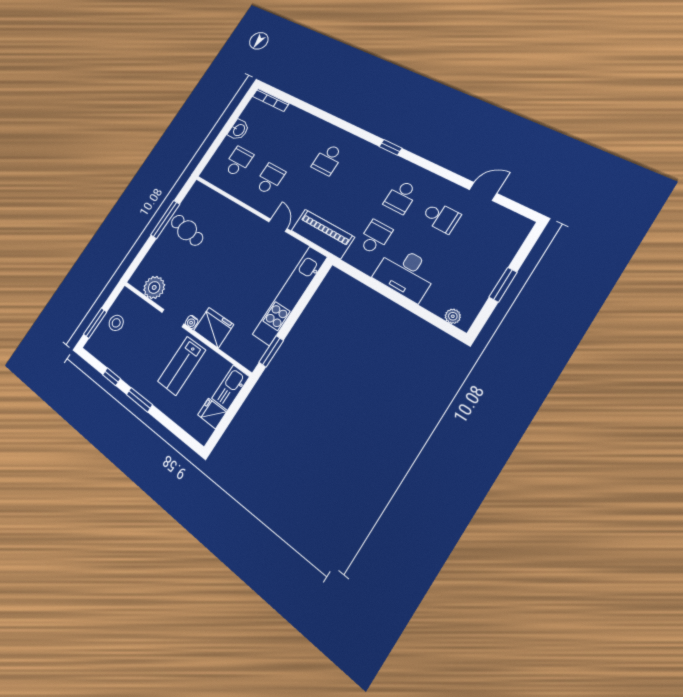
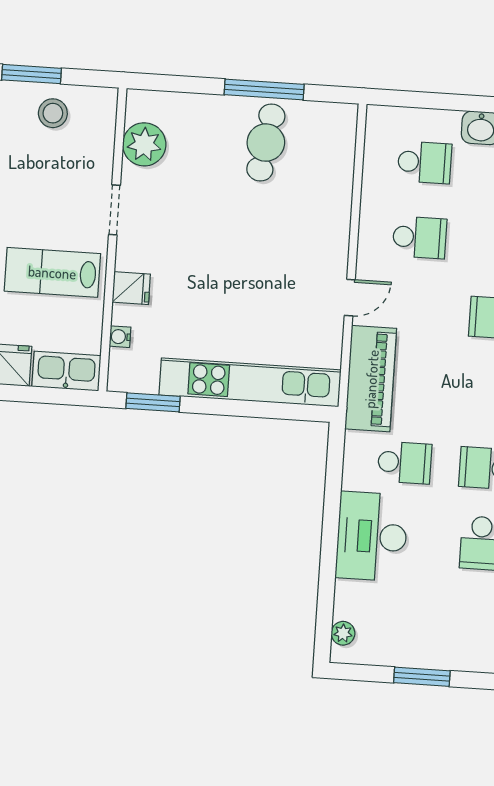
water cooler: (192, 322) -> (120, 337), moved
fridge: (214, 328) -> (131, 288), width x0.53, depth x0.75

